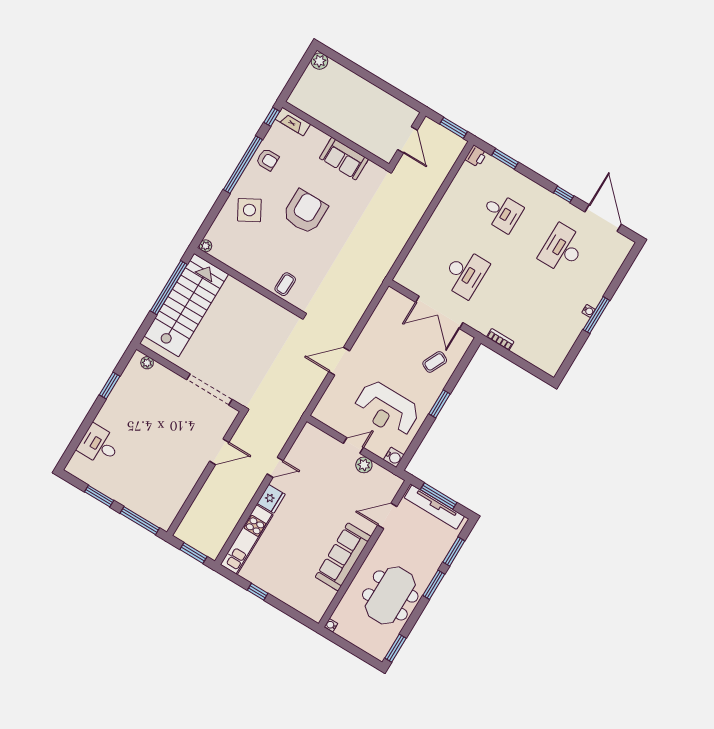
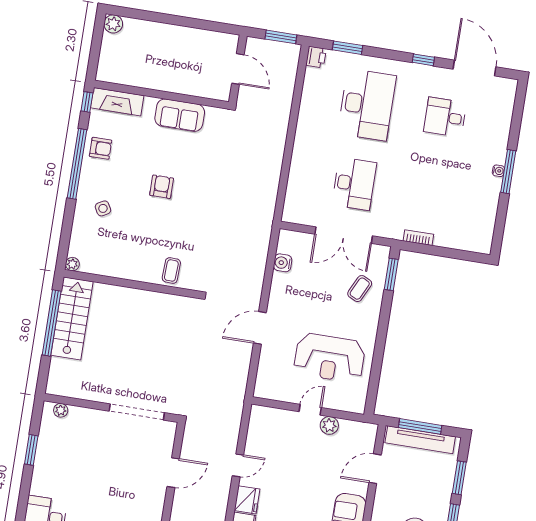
fireplace: (293, 122) -> (117, 102), width x1.37, depth x1.32
side table: (249, 210) -> (103, 208), width x0.54, depth x0.54
armchair: (305, 212) -> (162, 187), width x0.53, depth x0.53
desk: (502, 212) -> (367, 105), width x1.87, depth x1.30
desk: (562, 249) -> (445, 117), width x0.73
stairs: (186, 305) -> (72, 318), width x0.73, depth x0.66
window: (439, 404) -> (391, 274), moved
water cooler: (394, 457) -> (283, 263), moved, turned 180

